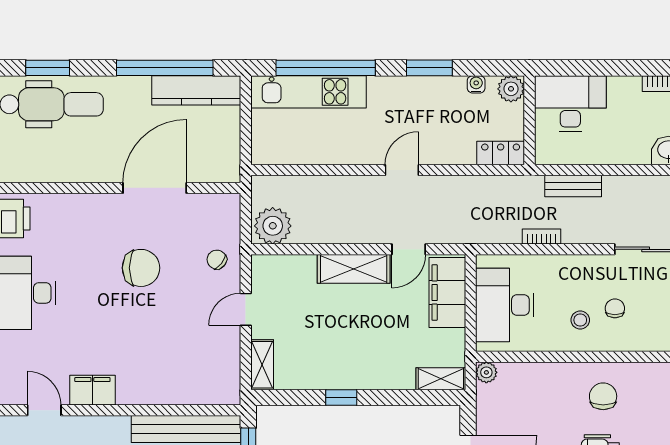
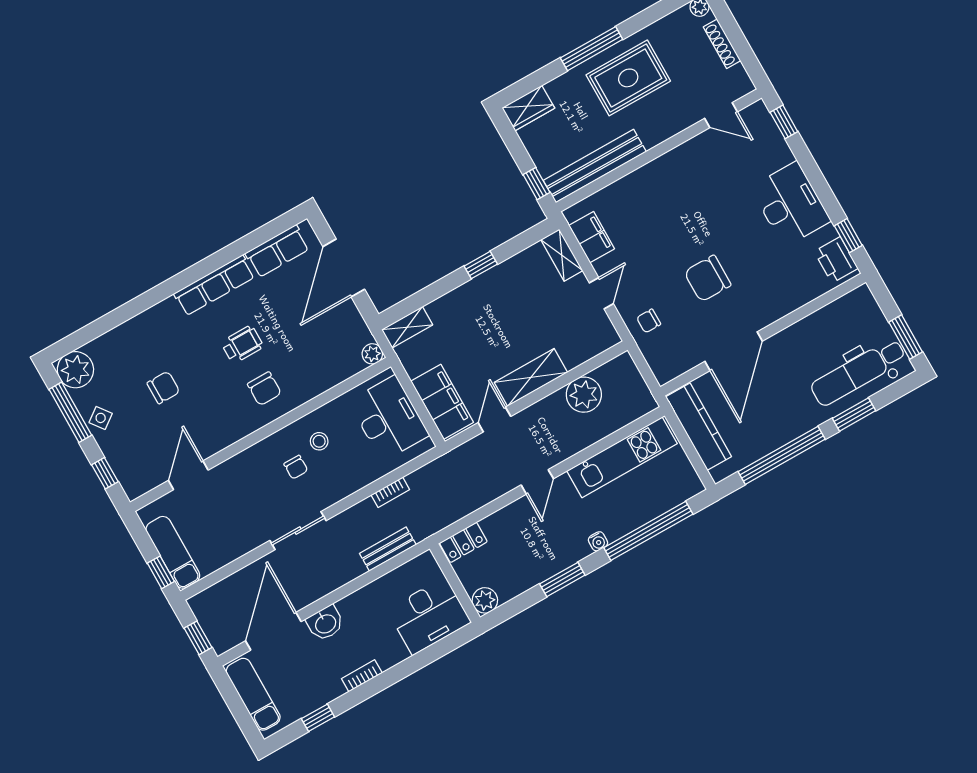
window: (48, 68) -> (854, 414), moved
water cooler: (476, 84) -> (598, 541), moved
kitchen counter: (196, 90) -> (699, 427), moved, turned 90
kitchen unit: (309, 92) -> (622, 457), moved, turned 180
plant: (273, 226) -> (584, 395), moved
chair: (217, 260) -> (649, 321), turned 142
filing cabinet: (92, 390) -> (592, 237), moved, turned -90

